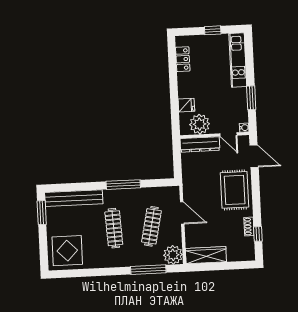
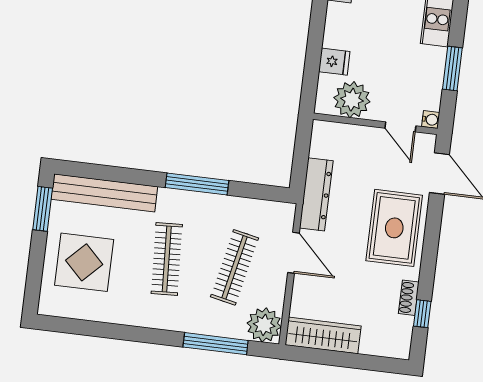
dresser: (200, 144) -> (316, 194), moved, turned -90
display table: (67, 251) -> (84, 262), moved

